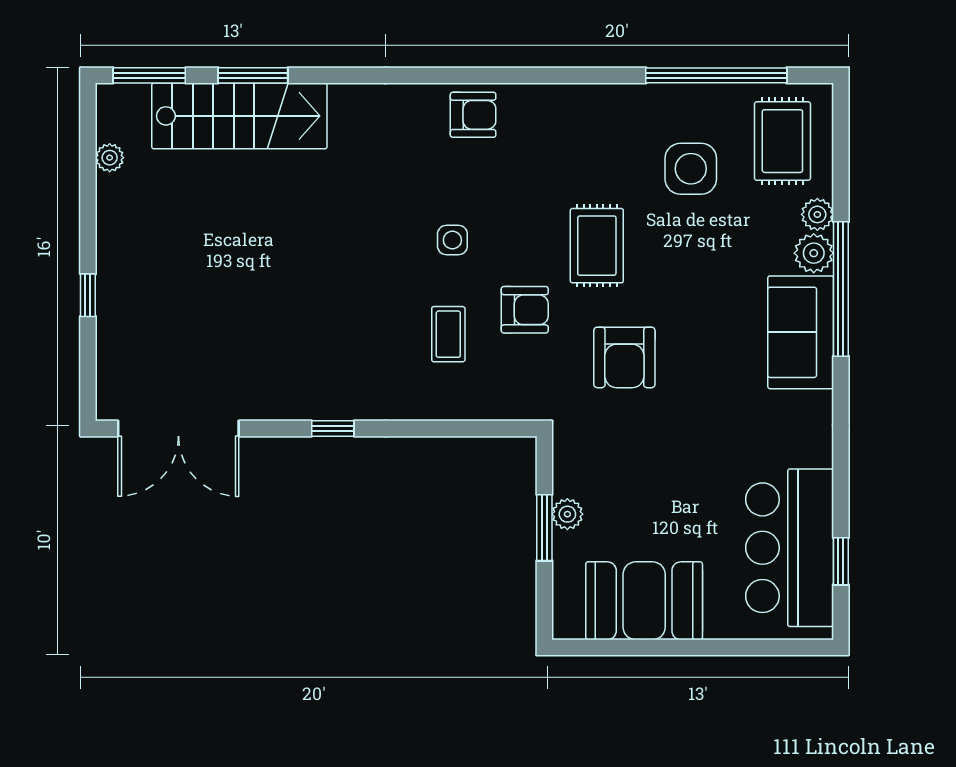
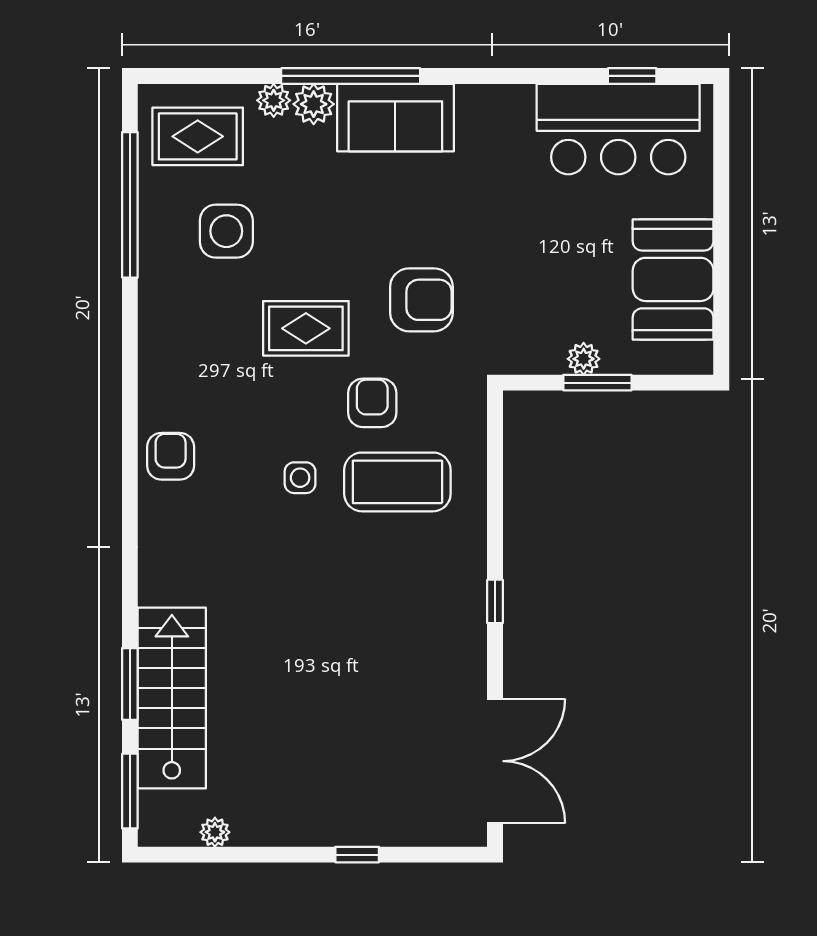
coffee table: (448, 334) -> (397, 482), width x1.86, depth x1.72

